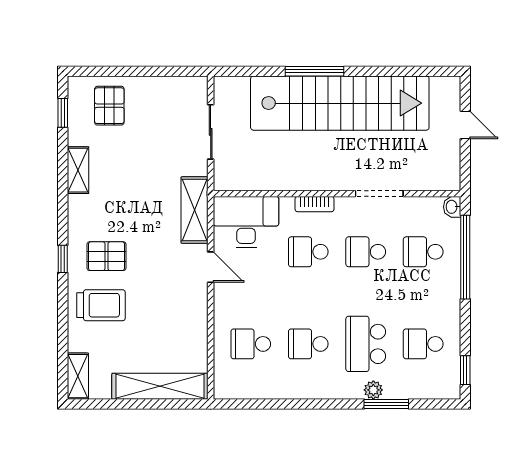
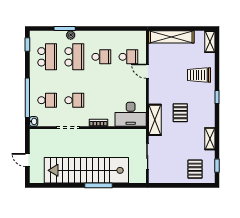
school desk: (308, 252) -> (101, 100), removed
pallet: (106, 256) -> (180, 113), moved, turned 90
door: (211, 267) -> (147, 71), moved
school desk: (423, 344) -> (47, 57), width x1.85

